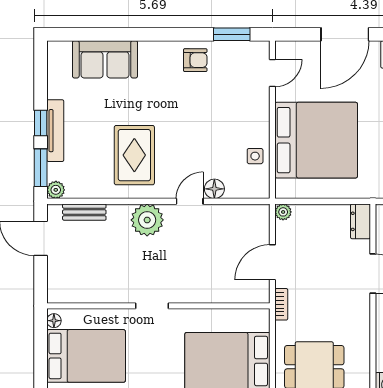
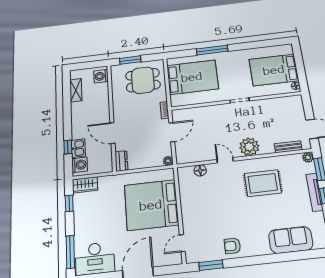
rug: (134, 155) -> (263, 183), turned 90
side table: (255, 156) -> (188, 191), removed
floor lamp: (214, 189) -> (200, 170), moved
door: (190, 201) -> (225, 160), swing flipped

